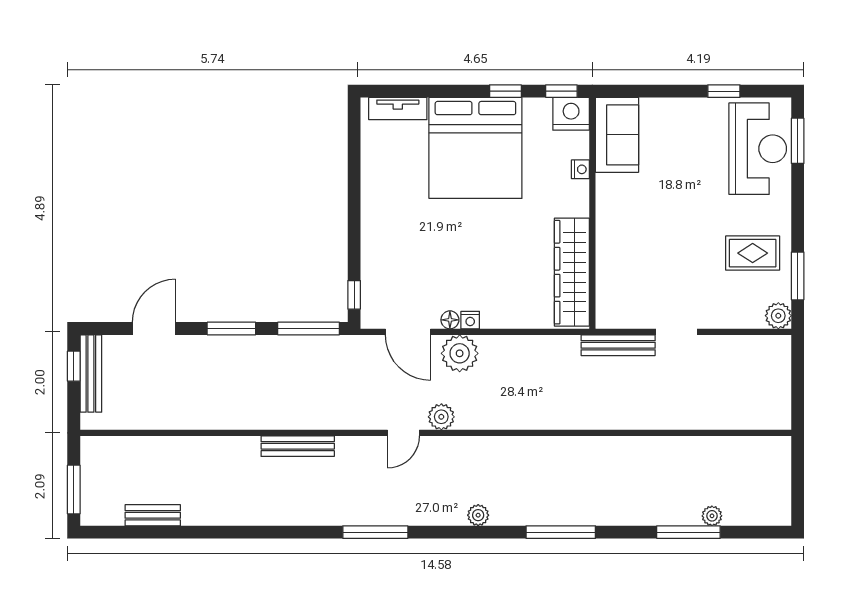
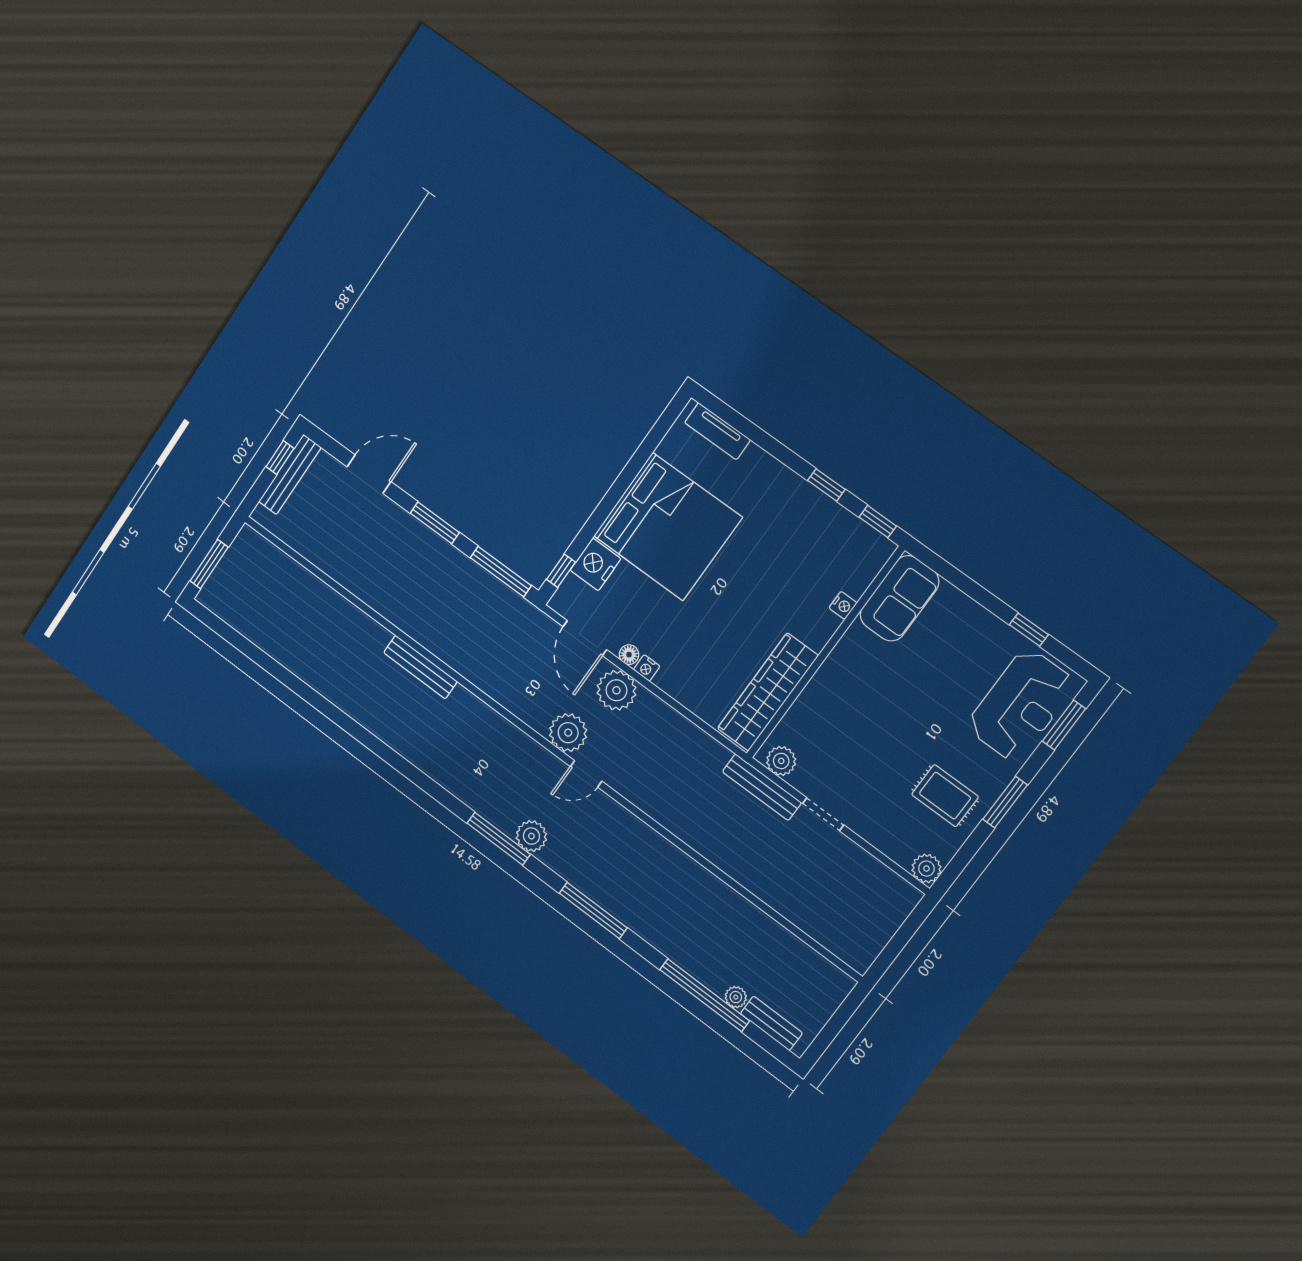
nightstand: (571, 114) -> (595, 564), moved, turned -90
bed: (475, 148) -> (668, 527), moved, turned -90
window: (798, 276) -> (1005, 802), moved
plant: (618, 315) -> (781, 761), added
plant: (441, 417) -> (568, 733), width x1.36, depth x1.36
door: (403, 433) -> (586, 774), moved
bench: (153, 515) -> (771, 1023), moved
plant: (478, 515) -> (531, 836), width x1.38, depth x1.38
window: (375, 532) -> (499, 839), moved
window: (688, 532) -> (705, 995), width x1.46

